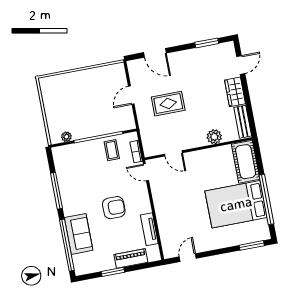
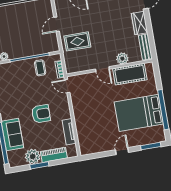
rug: (168, 104) -> (77, 41), moved
door: (173, 153) -> (102, 69), moved
cot: (246, 162) -> (130, 74), moved, turned 90
door: (188, 258) -> (122, 151), moved
plant: (104, 261) -> (33, 156), added

